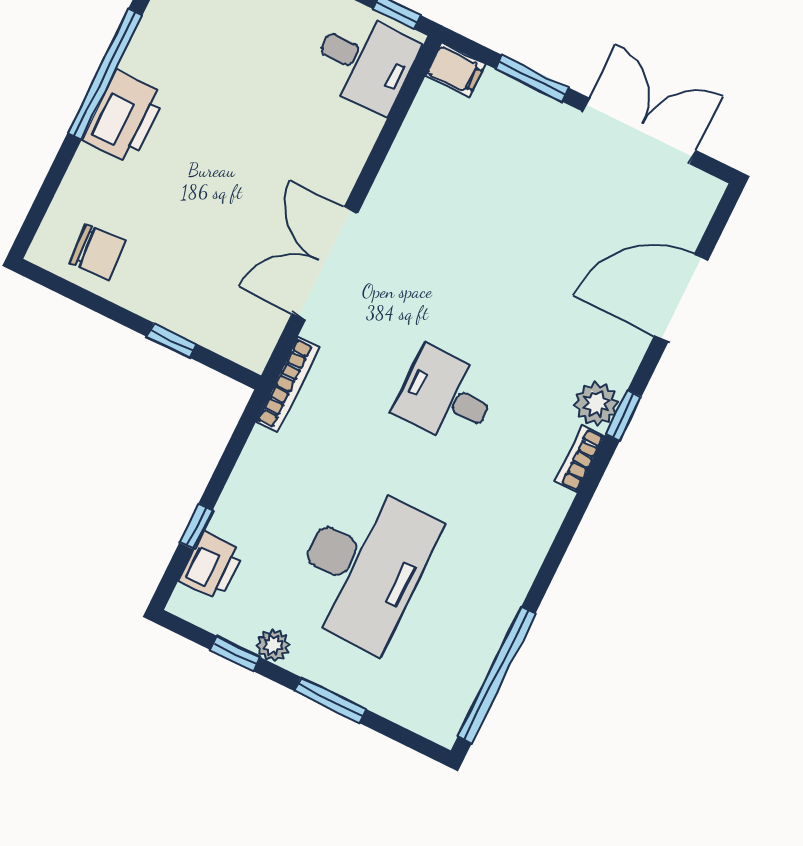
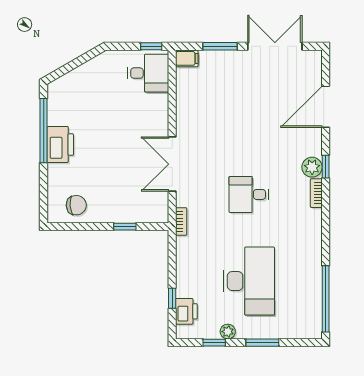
bookcase: (288, 384) -> (181, 221), width x0.64

